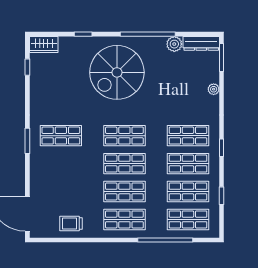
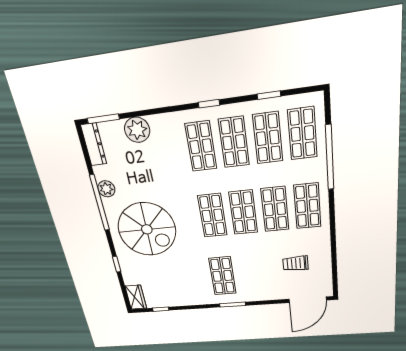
plant: (174, 44) -> (106, 189), moved
plant: (214, 89) -> (137, 130), width x1.87, depth x1.87
trolley: (71, 223) -> (295, 263), moved, turned 90

